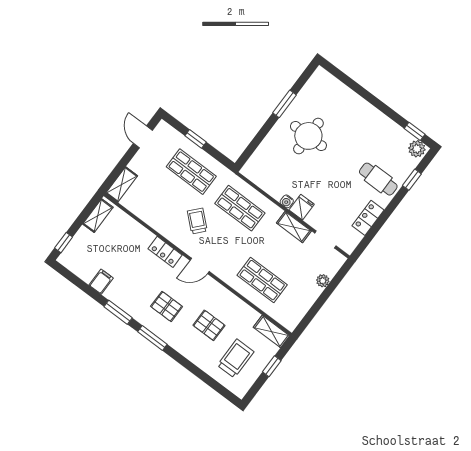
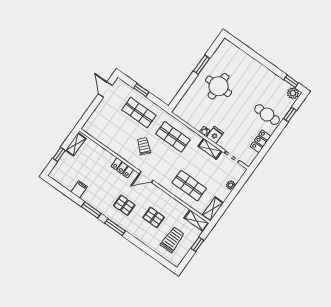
shelving: (122, 184) -> (213, 209), moved
window: (64, 243) -> (59, 154), moved

